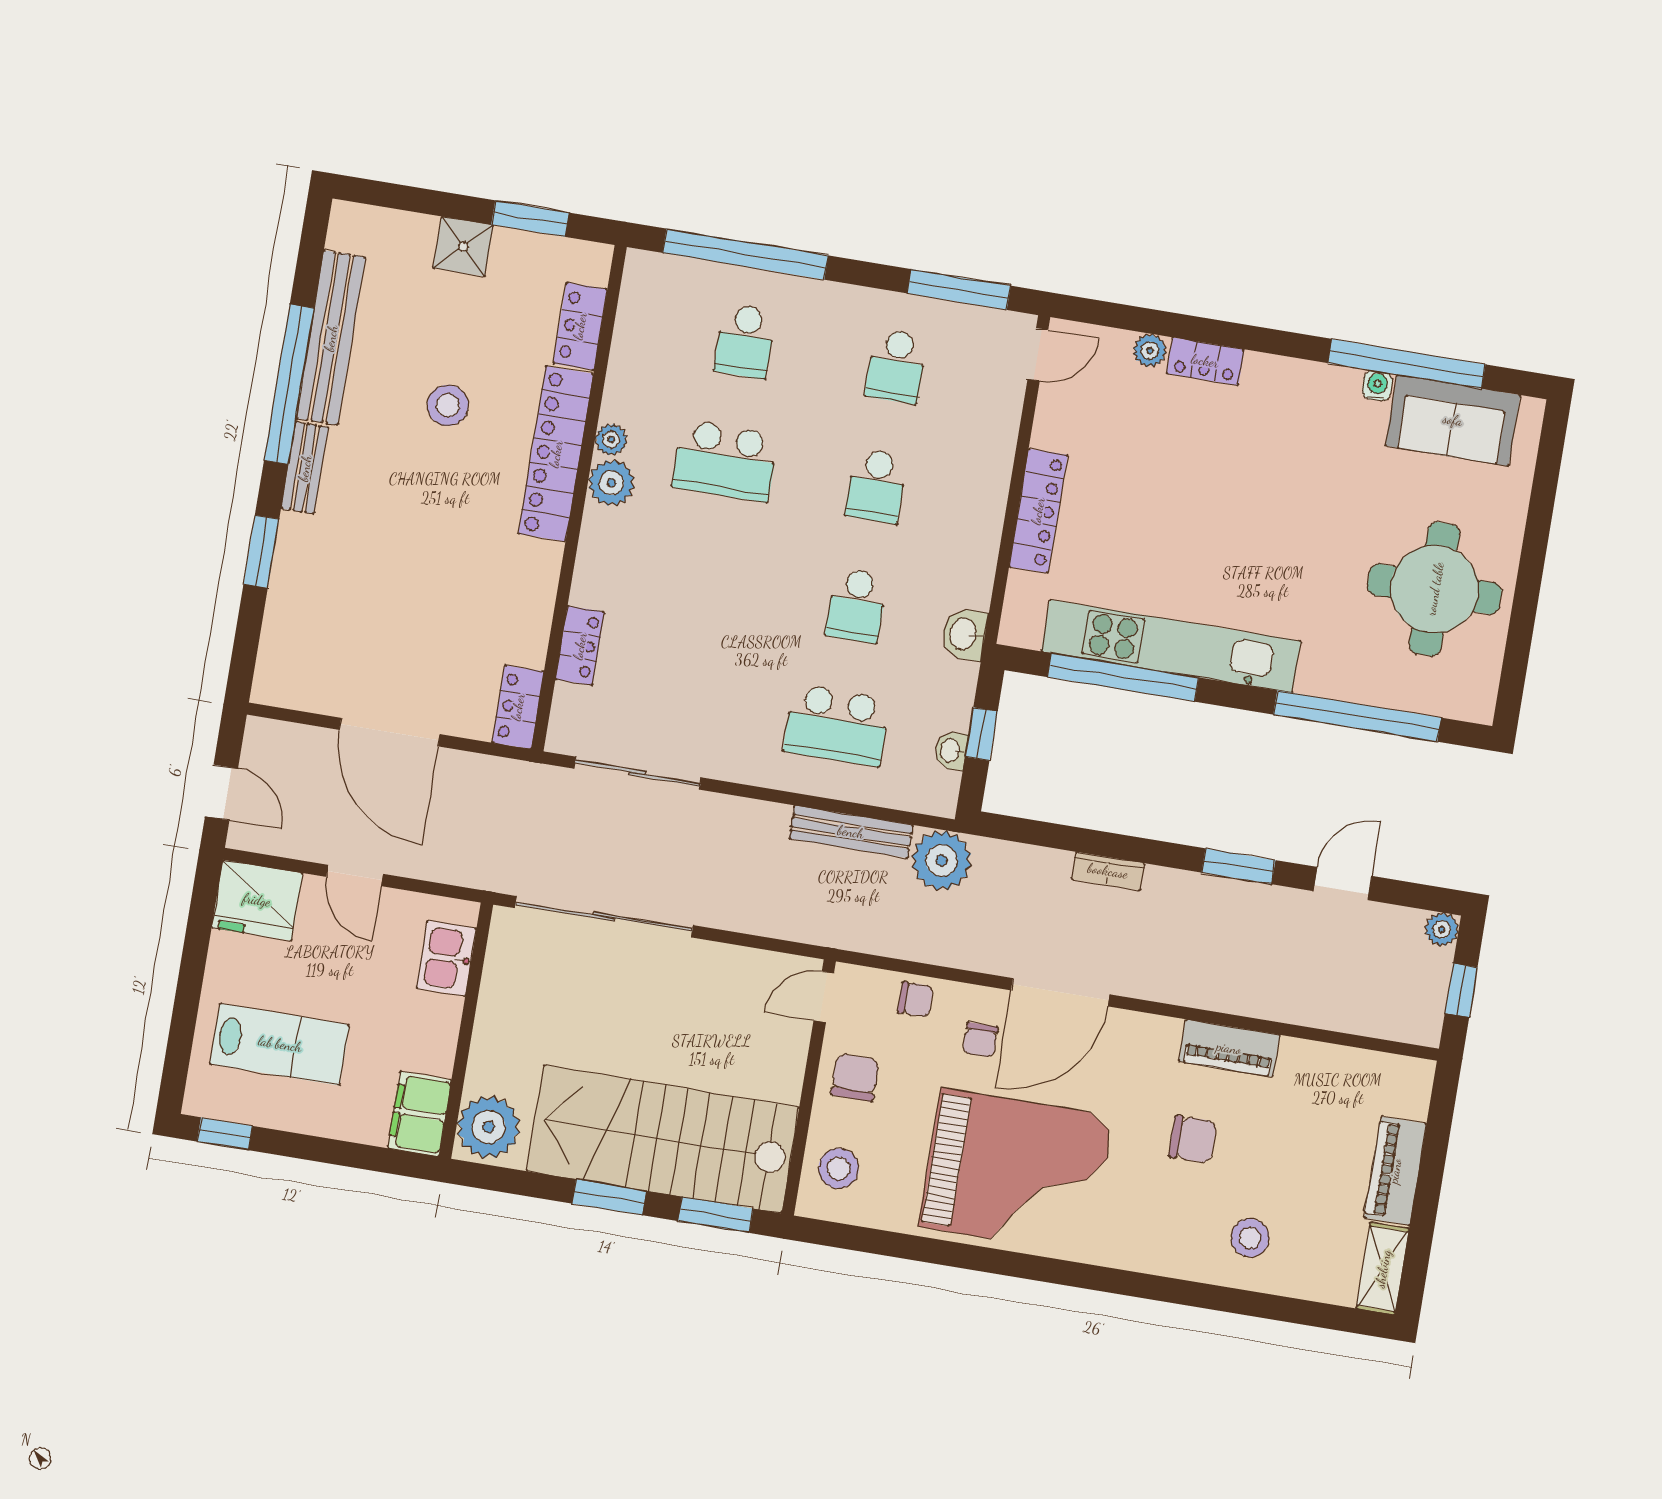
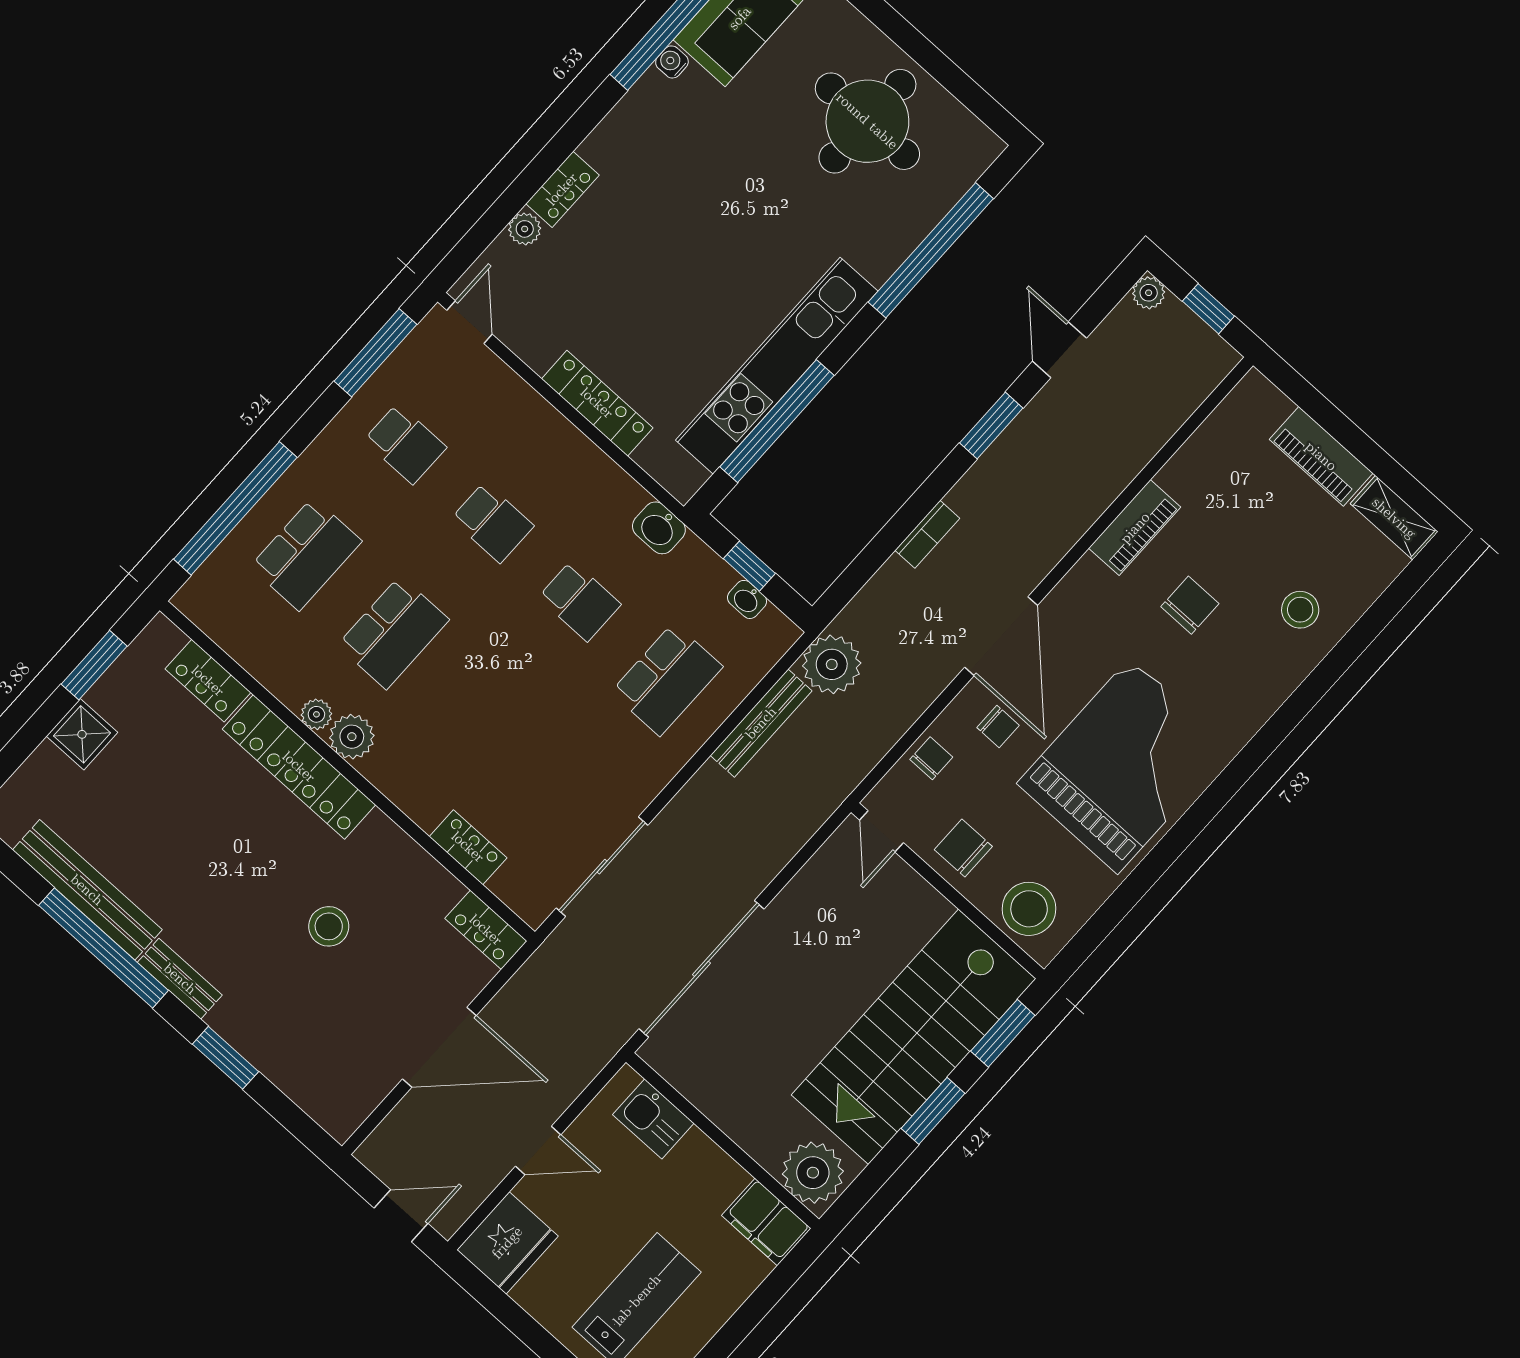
school desk: (745, 341) -> (306, 554), width x1.85
stool: (448, 405) -> (329, 926), moved
stool: (839, 1168) -> (1029, 909), width x1.38, depth x1.38

